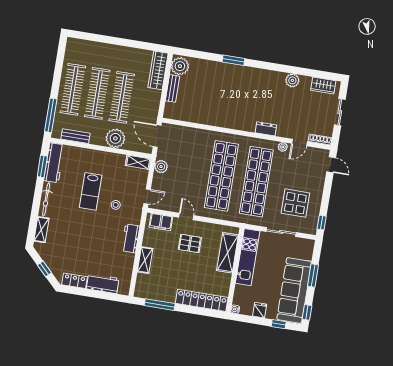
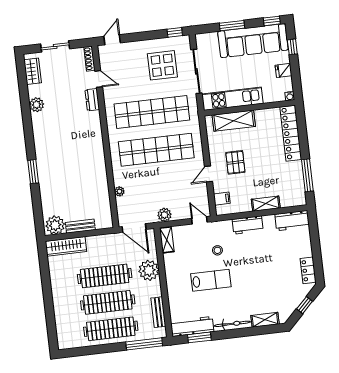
dresser: (266, 129) -> (92, 100), moved
door: (157, 136) -> (134, 228), hinge flipped
plant: (283, 147) -> (119, 191), moved
filing cabinet: (161, 222) -> (222, 199), width x0.50
sliding door: (281, 232) -> (196, 71), width x1.37
workbench: (103, 284) -> (292, 221), moved, turned -90

